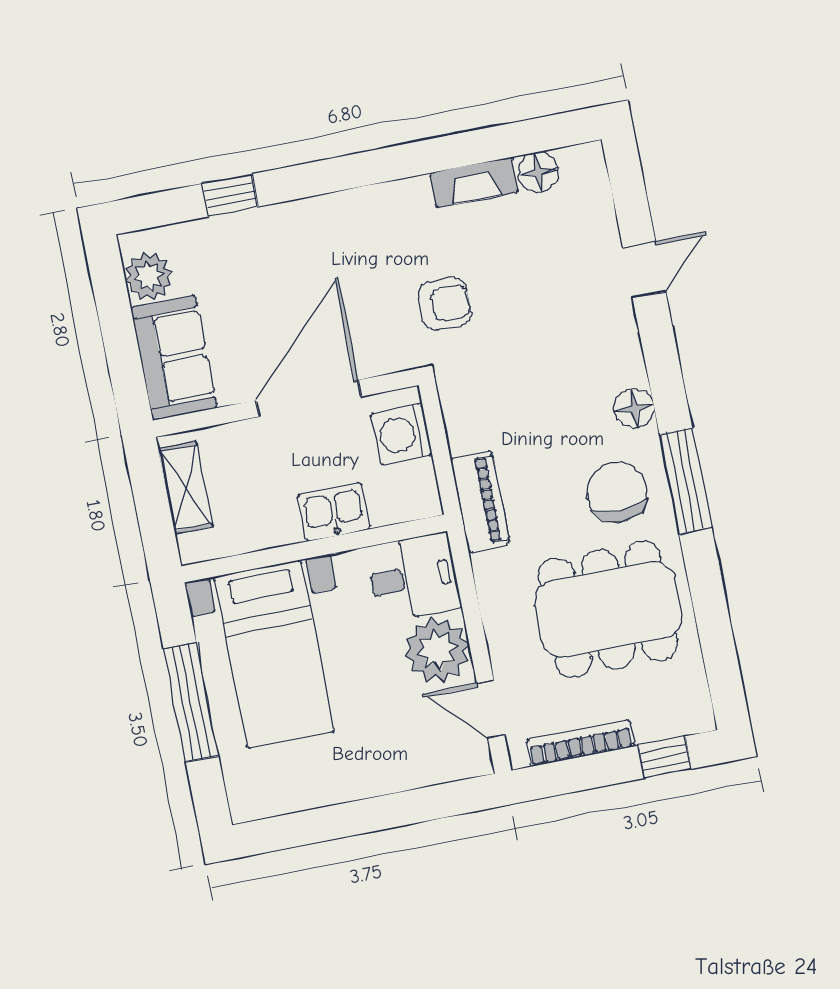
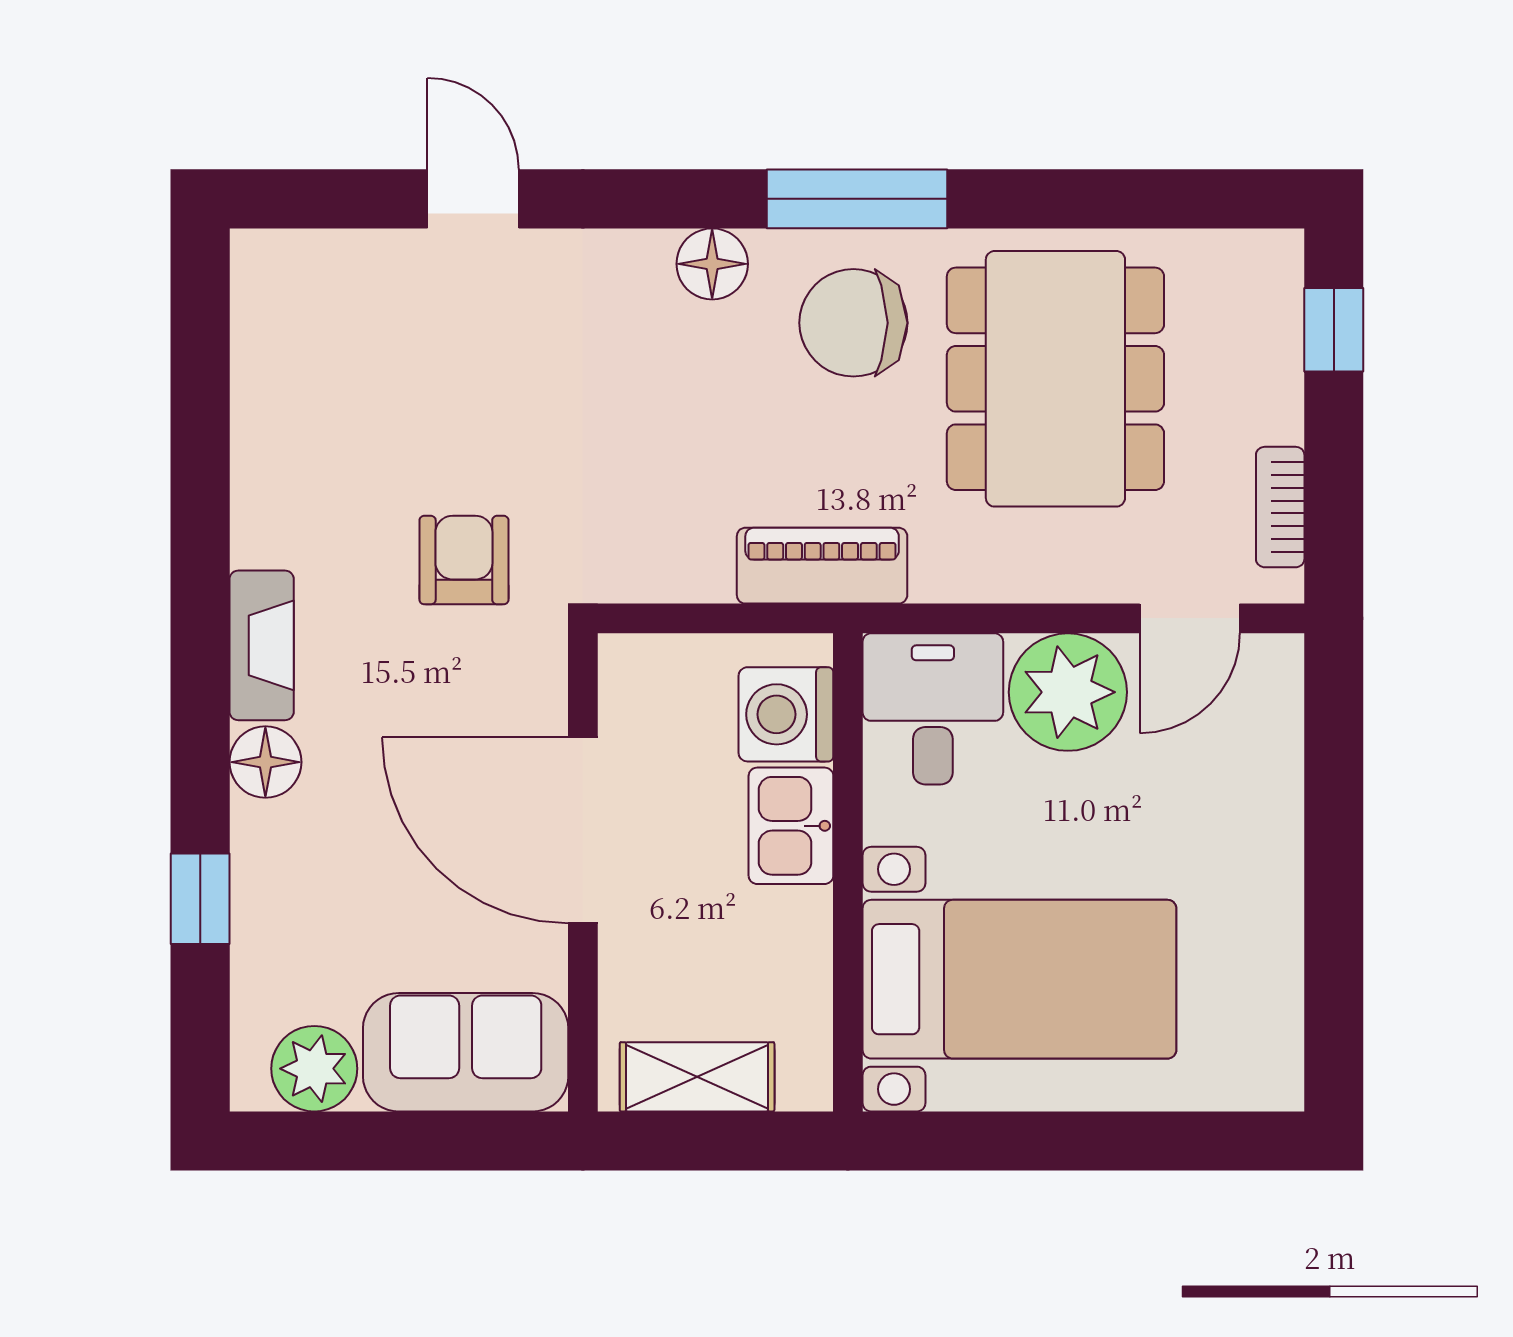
floor lamp: (538, 172) -> (265, 762), moved
fireplace: (474, 182) -> (262, 645), moved
washing machine: (401, 434) -> (786, 714), moved, turned 90
window: (191, 702) -> (1075, 1141), removed
bookcase: (580, 743) -> (1280, 507), width x0.64

